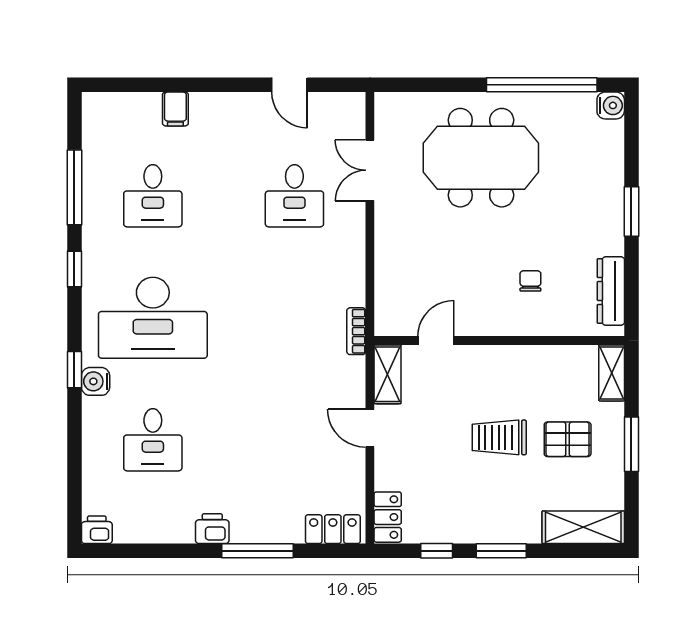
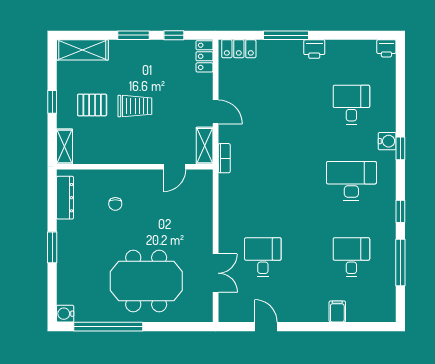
desk: (153, 318) -> (351, 181), width x0.73, depth x0.77
bookcase: (356, 331) -> (224, 158), moved
window: (631, 444) -> (52, 102), width x0.67

